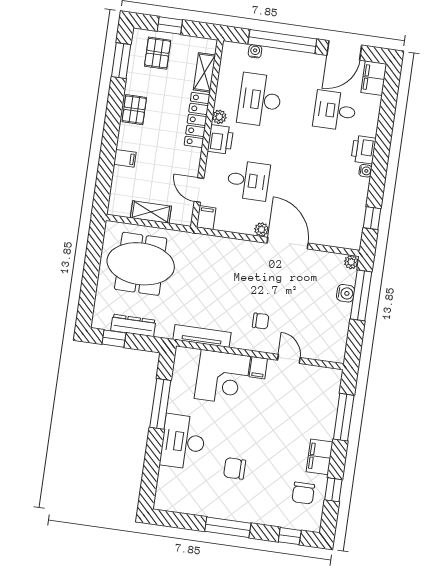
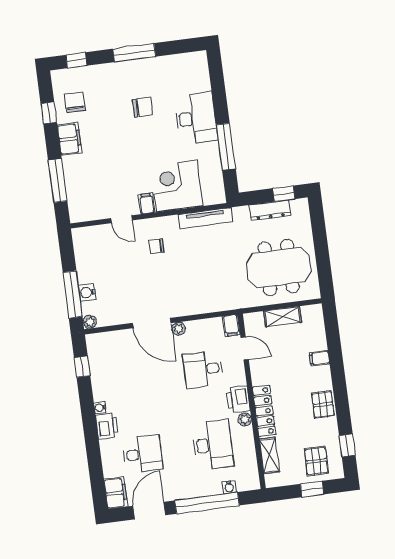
window: (121, 61) -> (347, 445), width x0.67

